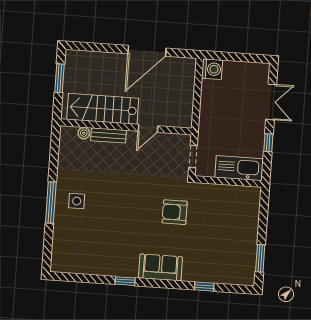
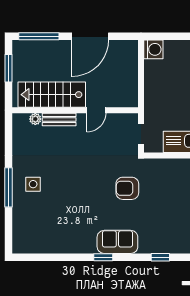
window: (93, 47) -> (39, 36), added
window: (125, 281) -> (103, 257), moved

